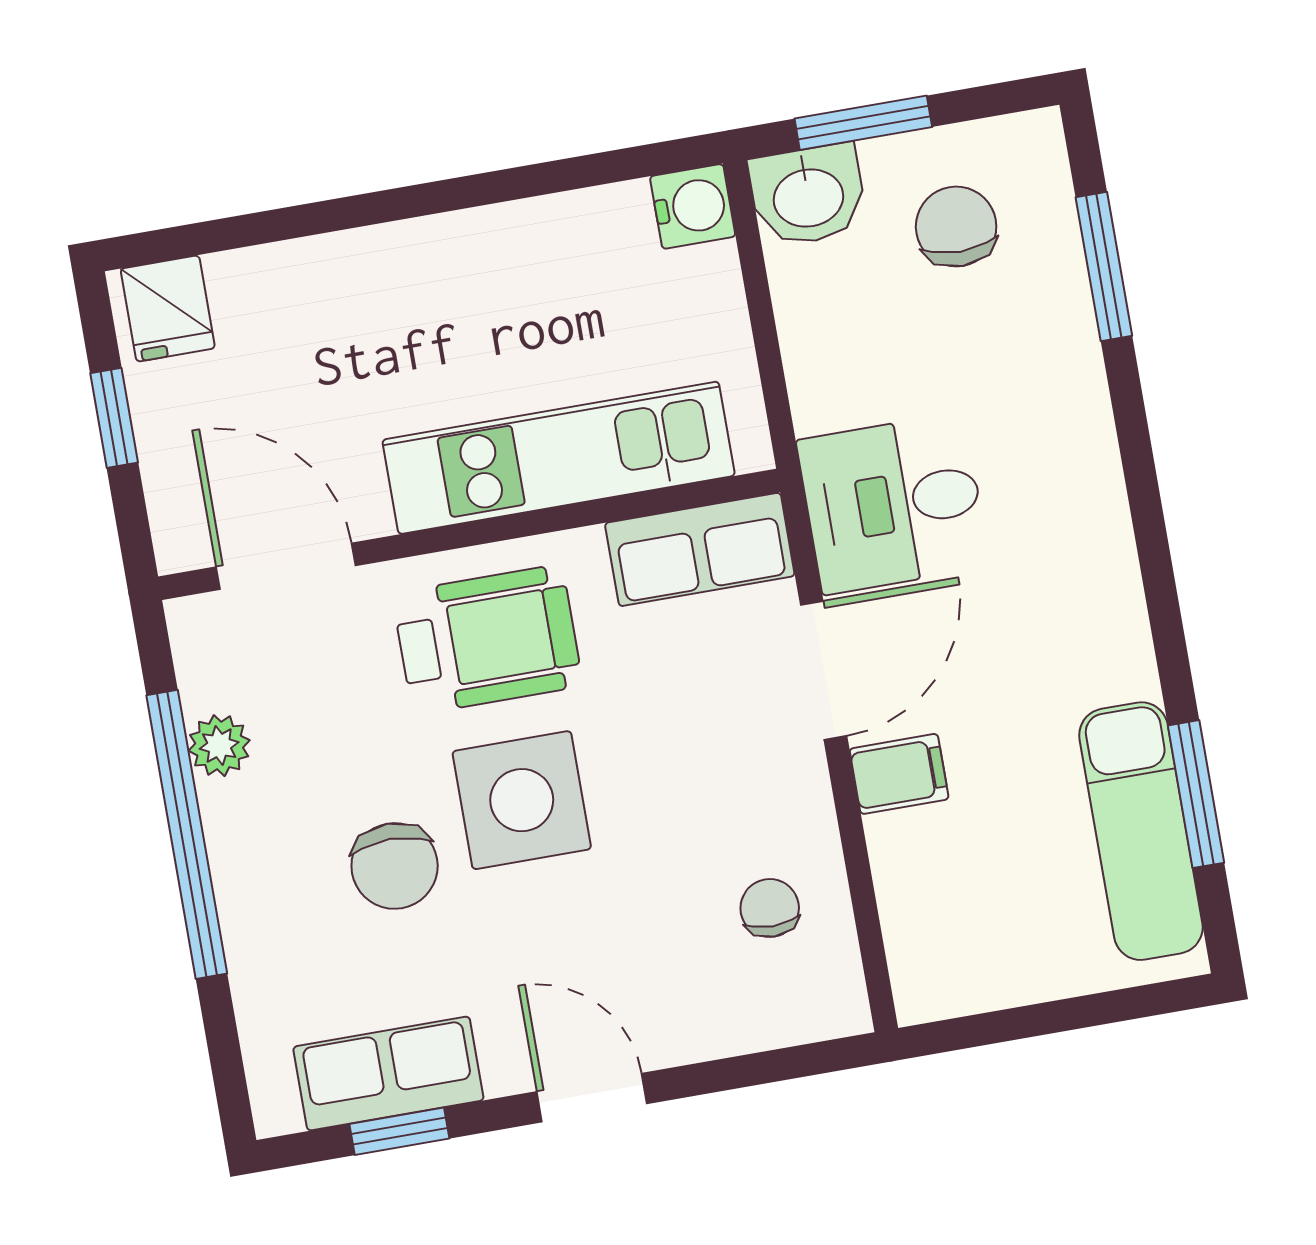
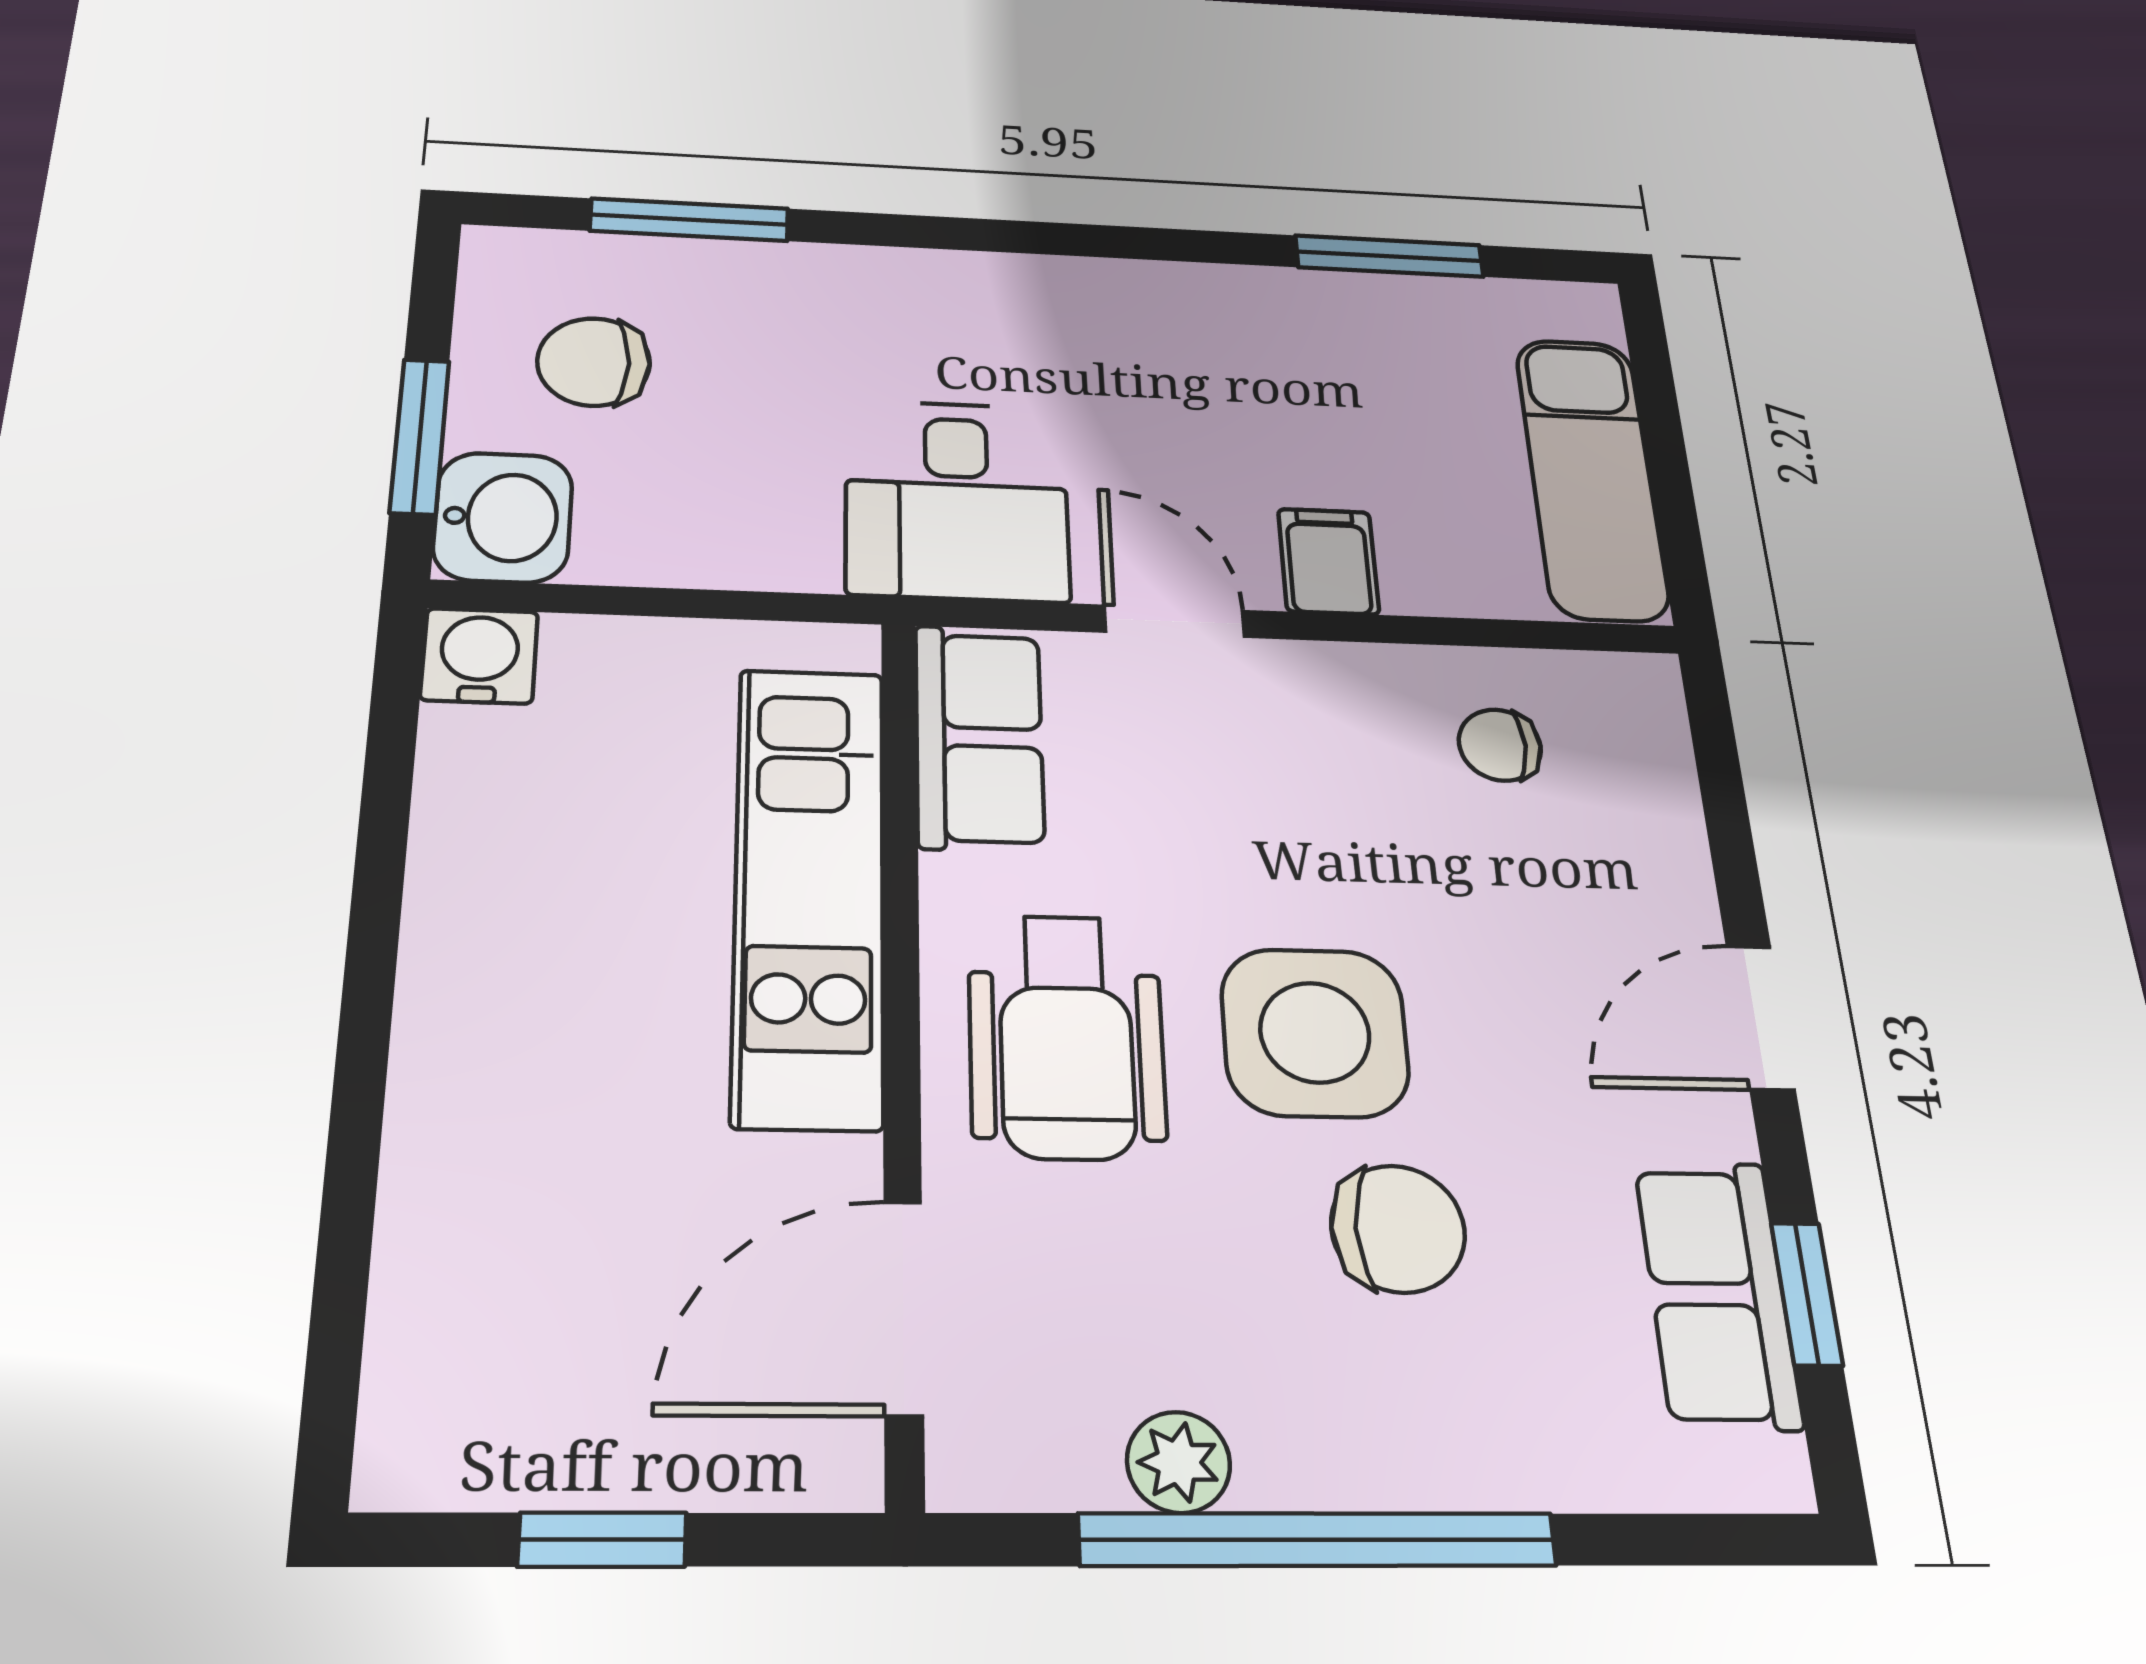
fridge: (168, 308) -> (438, 1419), removed
wheelchair: (487, 640) -> (1066, 1036), turned 180
door: (824, 670) -> (1174, 621), width x0.73
exam couch: (1141, 831) -> (1591, 478), moved, turned 90

